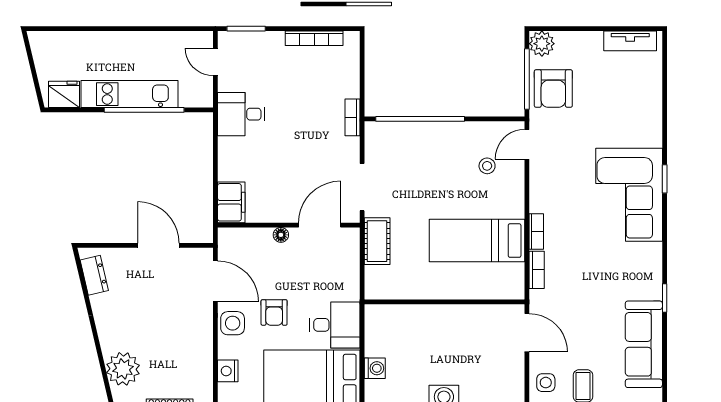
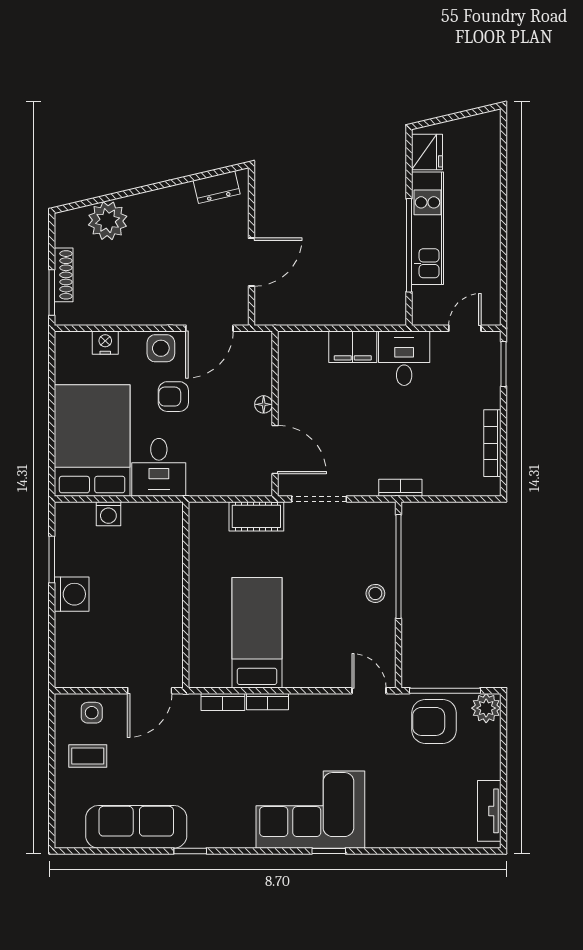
stool: (487, 166) -> (375, 593), moved
filing cabinet: (231, 202) -> (353, 347), moved

